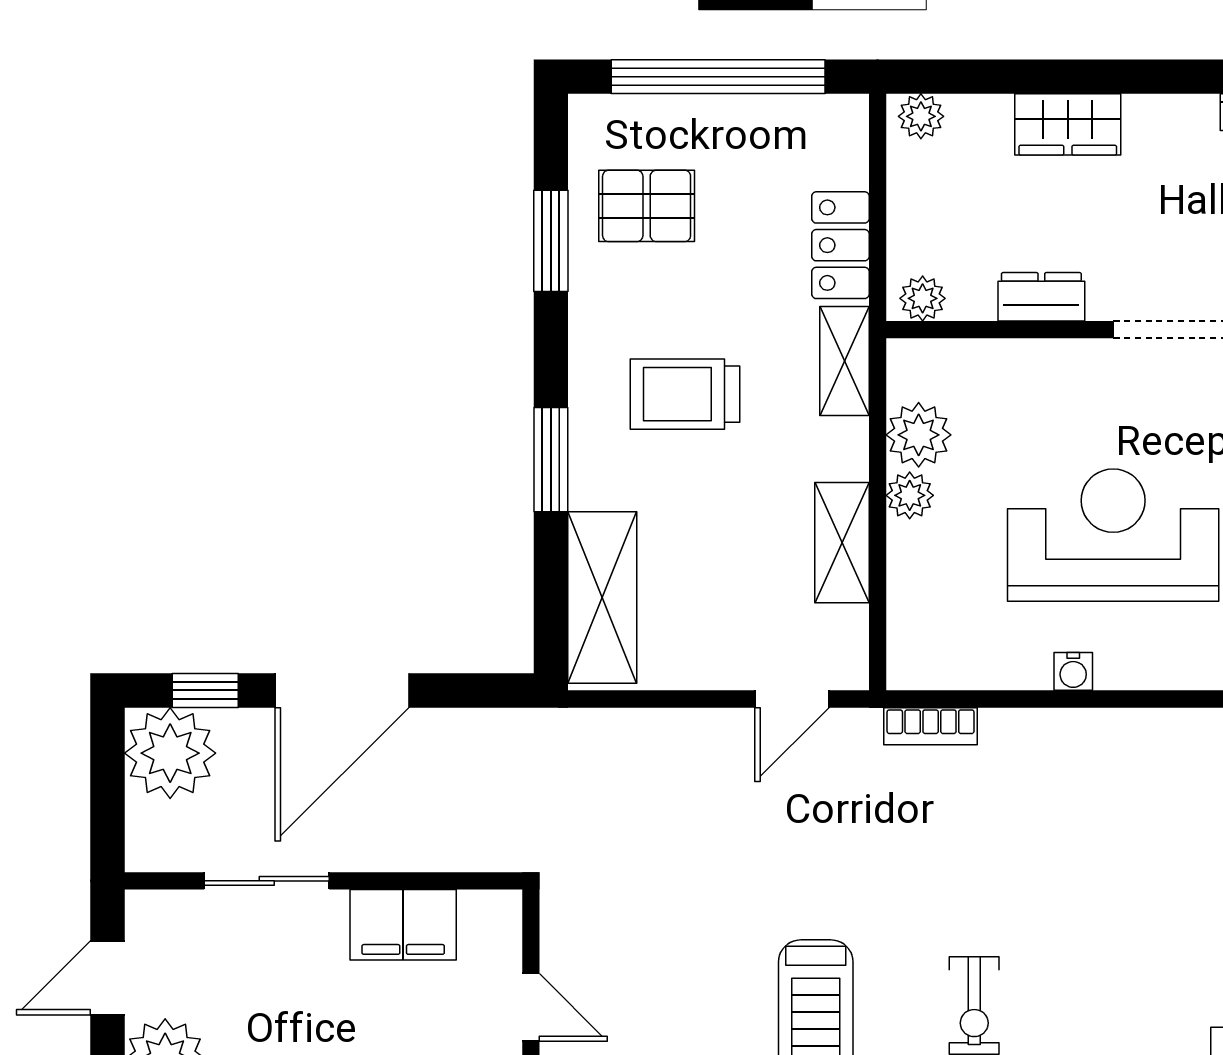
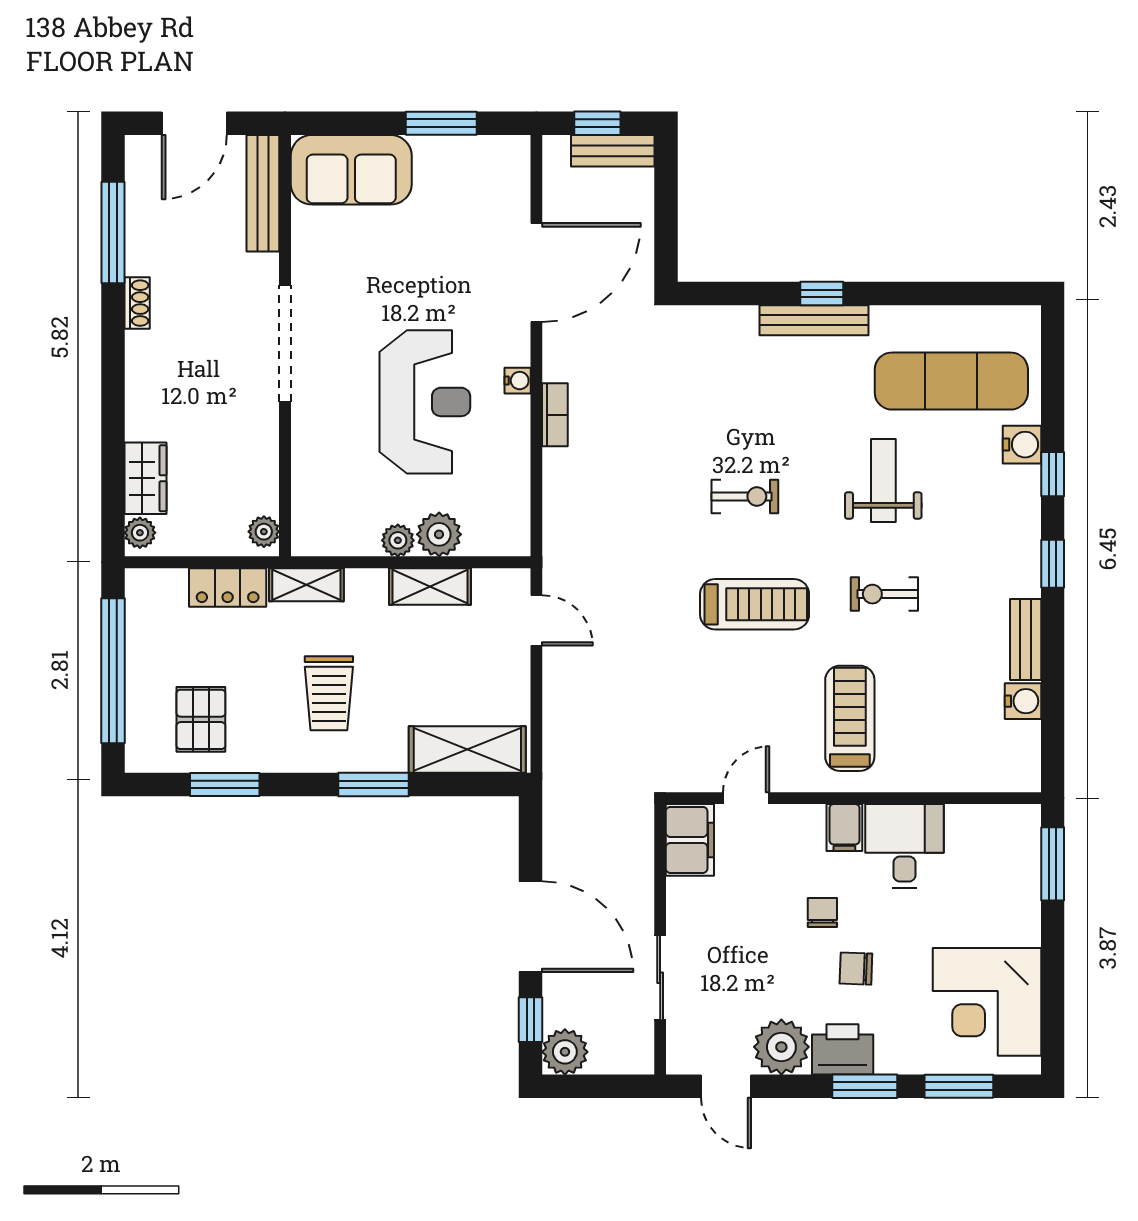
wardrobe: (1068, 124) -> (145, 478), moved
dresser: (1041, 297) -> (263, 451), removed
plant: (919, 435) -> (439, 534), moved
reception desk: (1113, 535) -> (425, 402), turned 180
water cooler: (1073, 671) -> (518, 381), moved
bookcase: (931, 726) -> (555, 415), moved
plant: (170, 753) -> (565, 1052), width x0.73, depth x0.73
filing cabinet: (403, 925) -> (690, 840), moved

